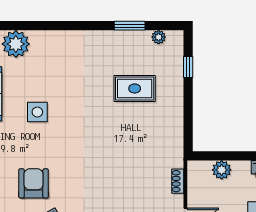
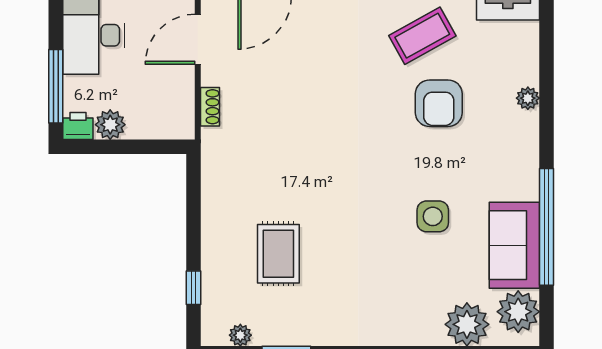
rug: (135, 88) -> (278, 254), turned 90
plant: (222, 170) -> (110, 125), moved

